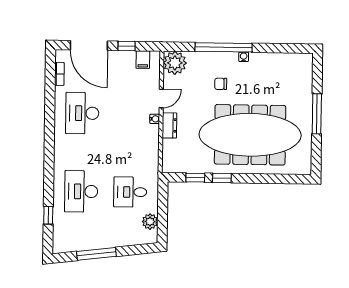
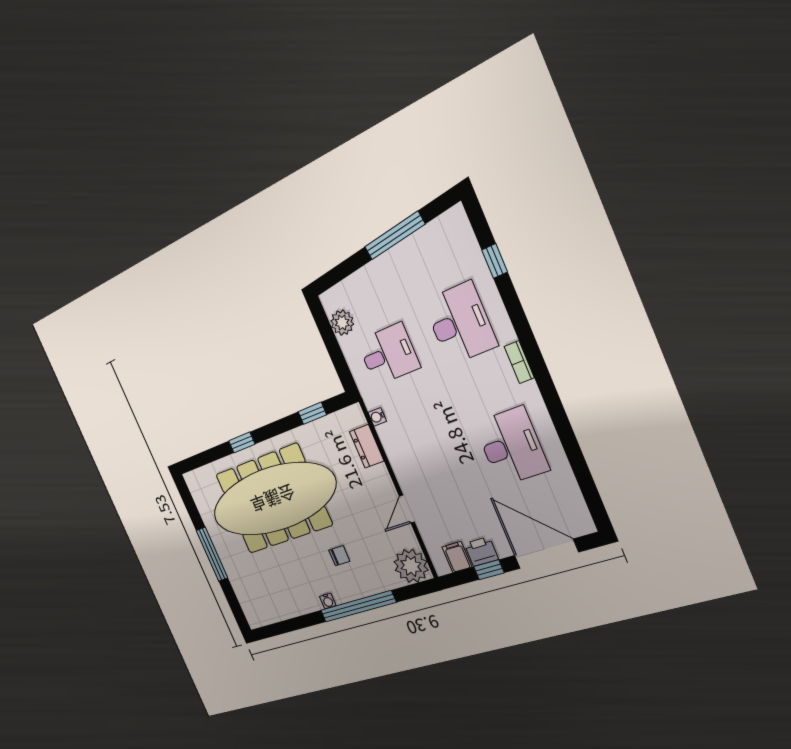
printer: (126, 58) -> (481, 552), added
bookcase: (59, 74) -> (519, 362), moved
water cooler: (155, 119) -> (377, 417), moved
dresser: (169, 125) -> (367, 446), moved
window: (222, 178) -> (242, 443), moved

